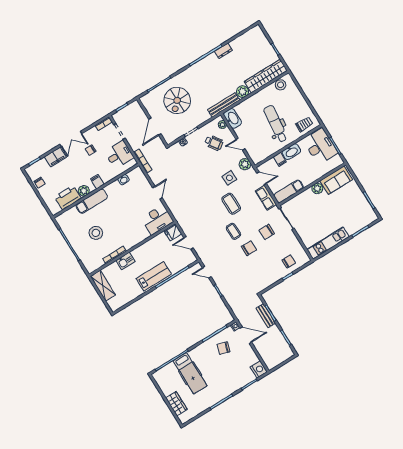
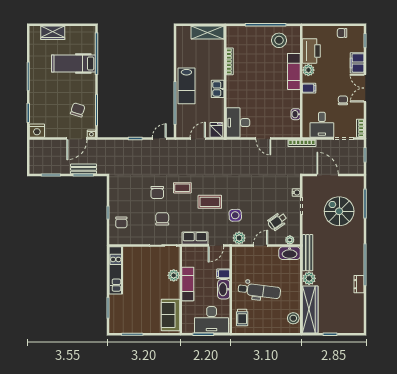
plant: (317, 188) -> (174, 275), moved
exam couch: (289, 191) -> (188, 284), moved
stool: (96, 233) -> (279, 40), moved
kitchen sink: (125, 261) -> (218, 89), moved

